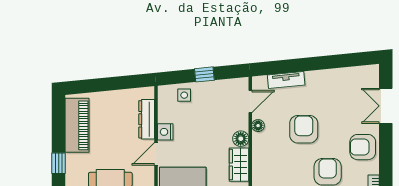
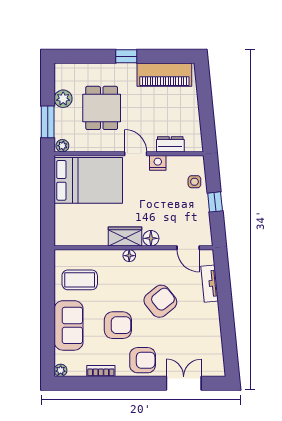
dresser: (147, 119) -> (170, 144), width x0.70
floor lamp: (258, 126) -> (129, 256), moved
armchair: (304, 129) -> (160, 301), turned -39
armchair: (363, 147) -> (143, 360), turned 90

